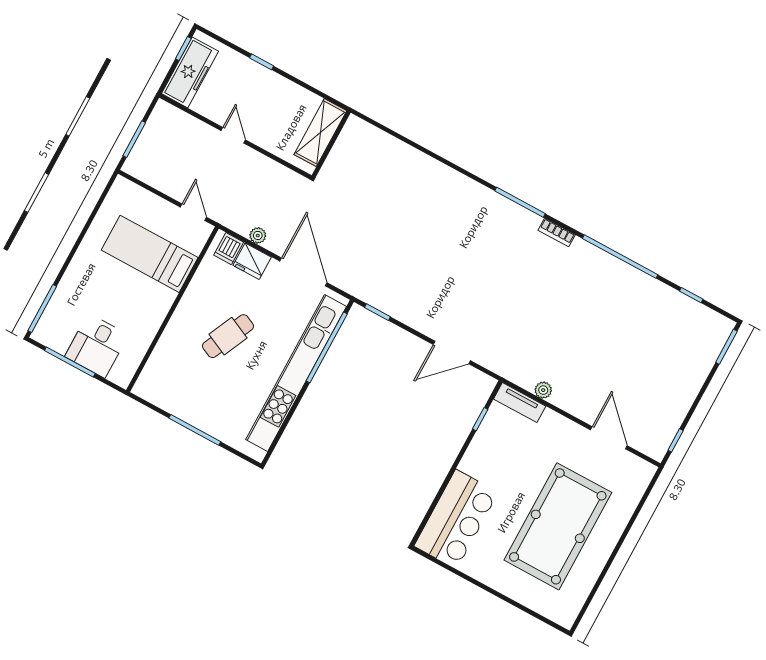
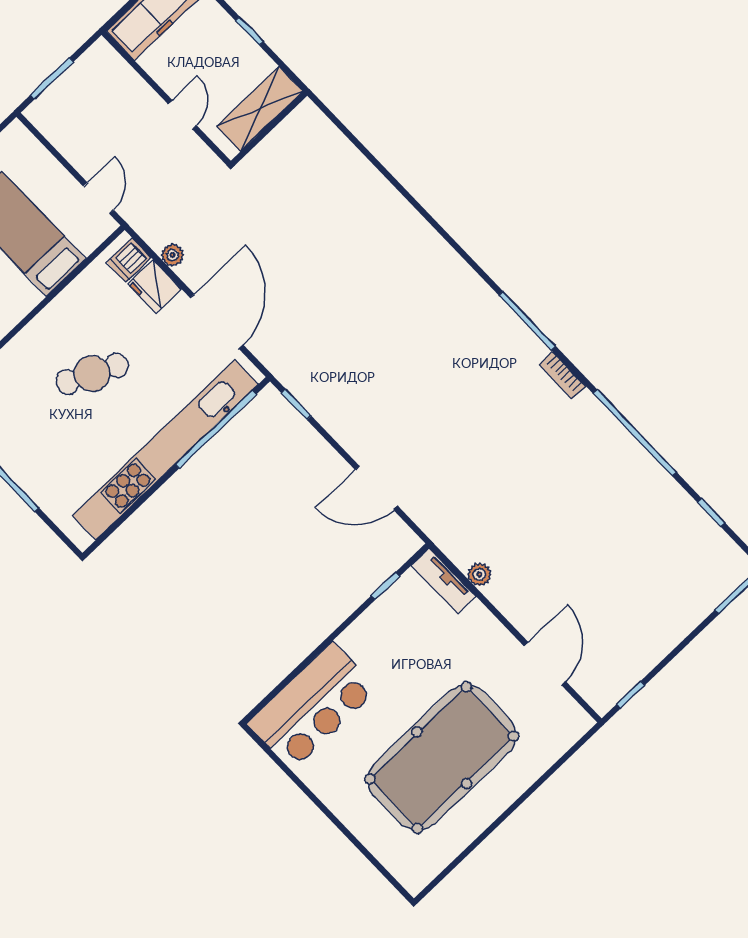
shelving: (320, 133) -> (260, 109), moved
wall: (331, 144) -> (269, 128), moved

